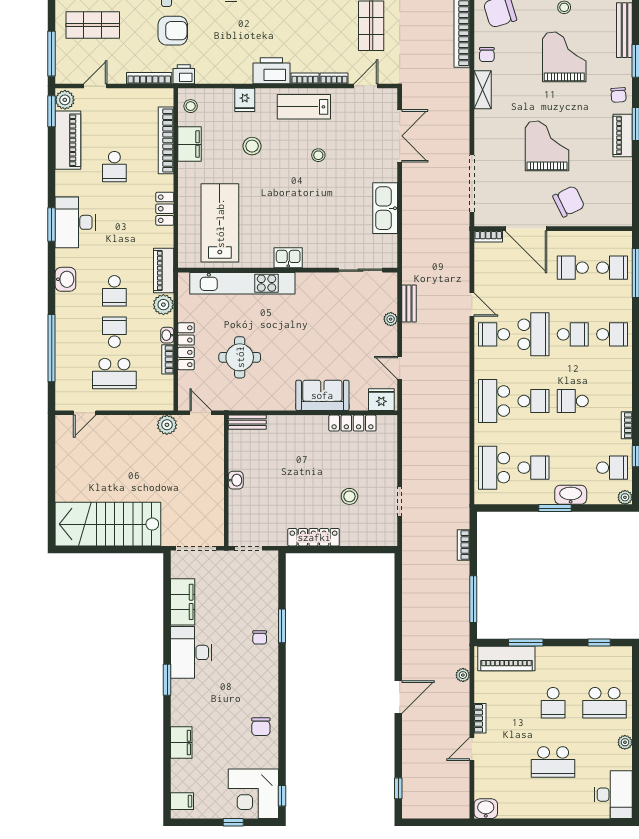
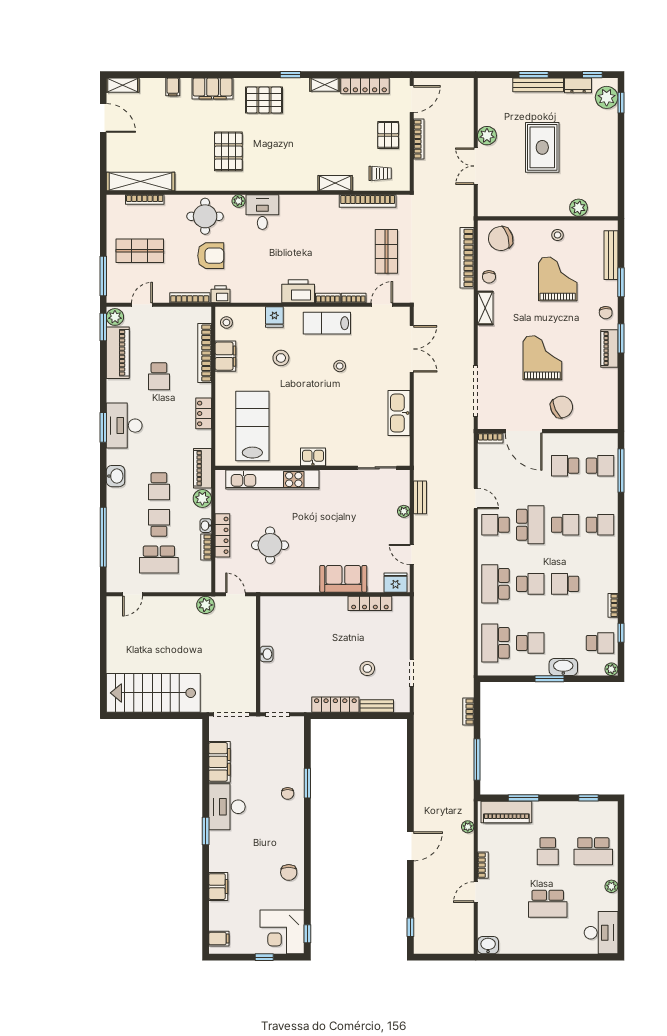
bench: (247, 422) -> (377, 706), moved

